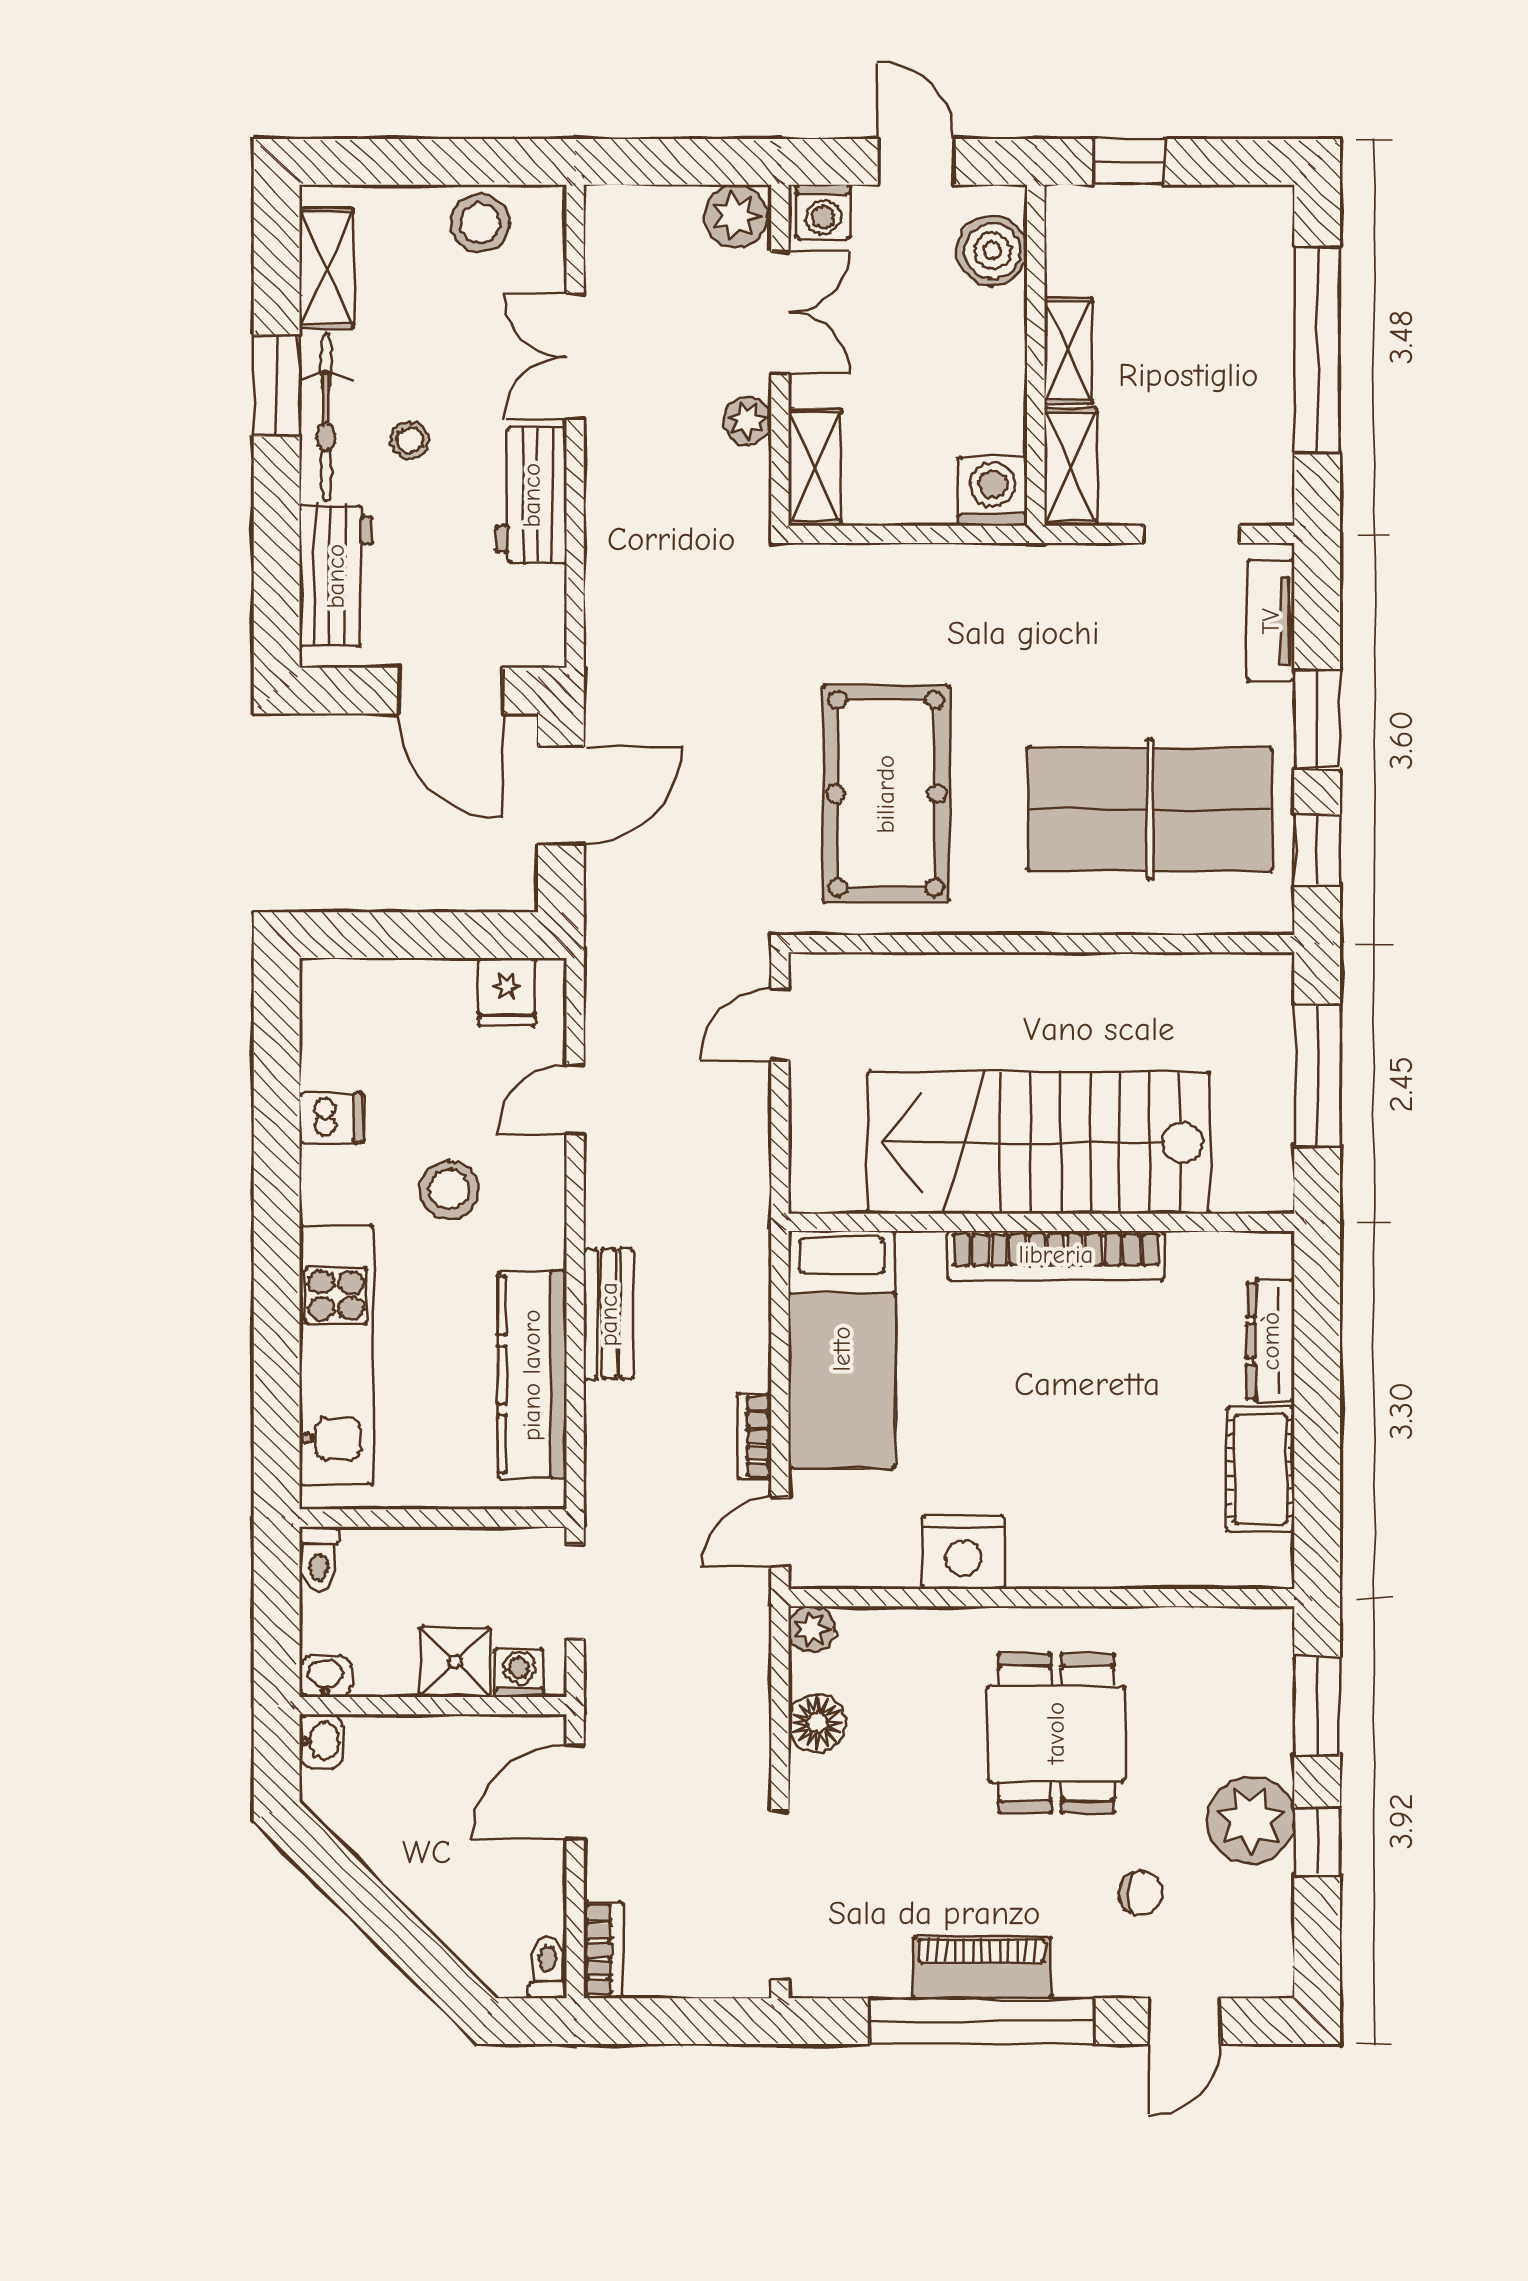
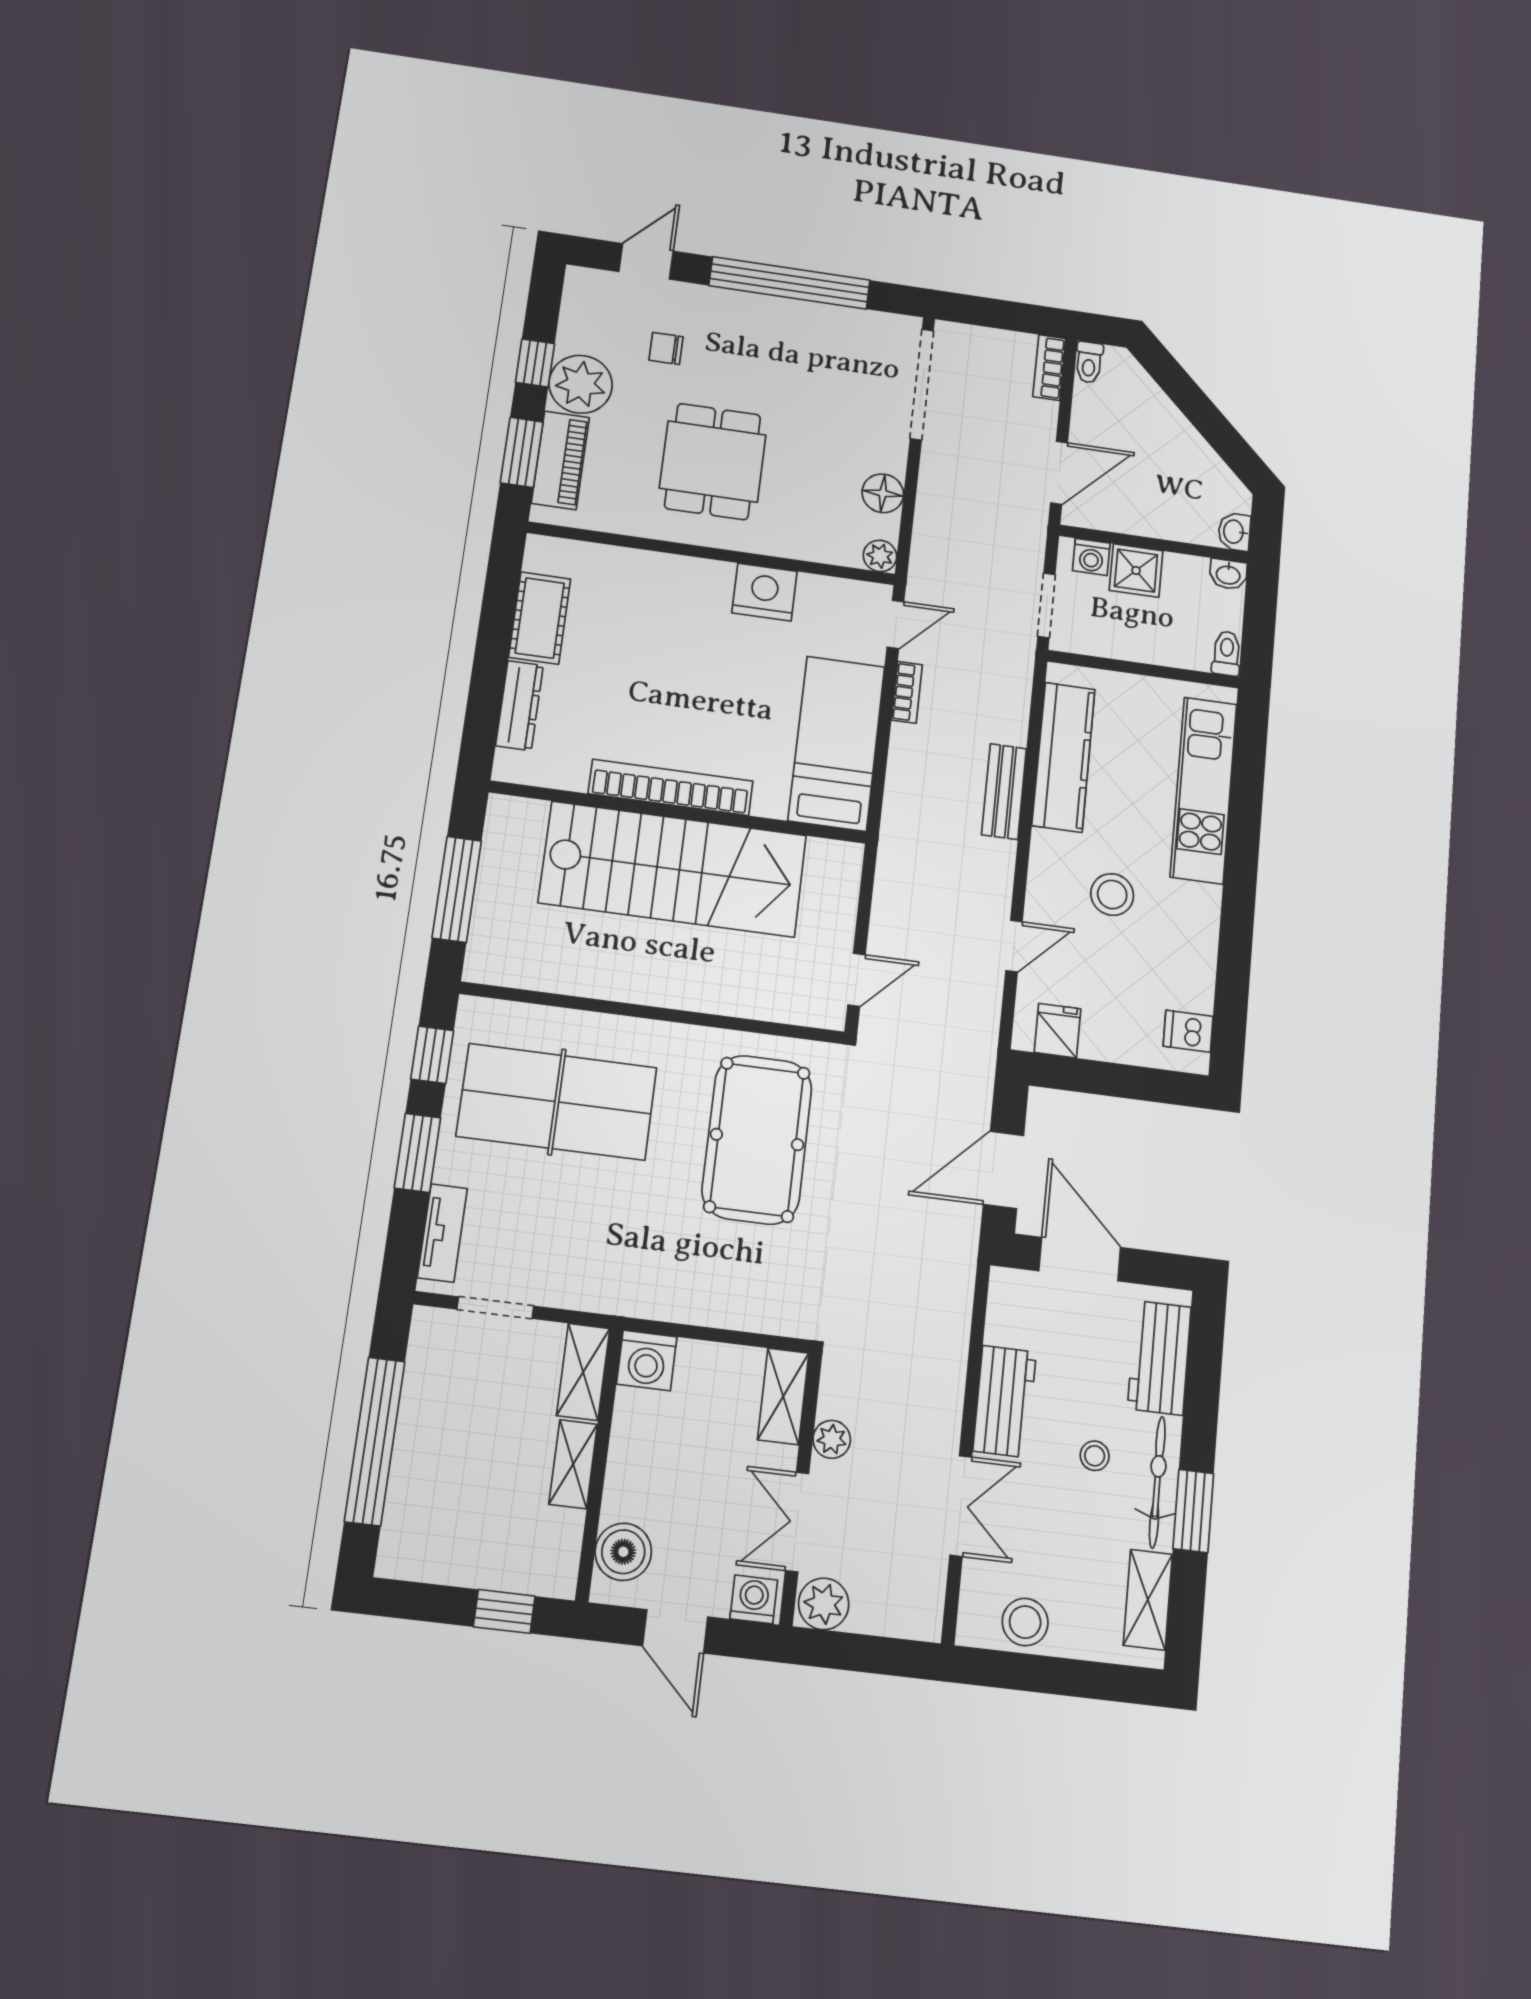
dishwasher: (332, 1118) -> (1188, 1031), moved
piano: (982, 1967) -> (560, 460), moved, turned -90

